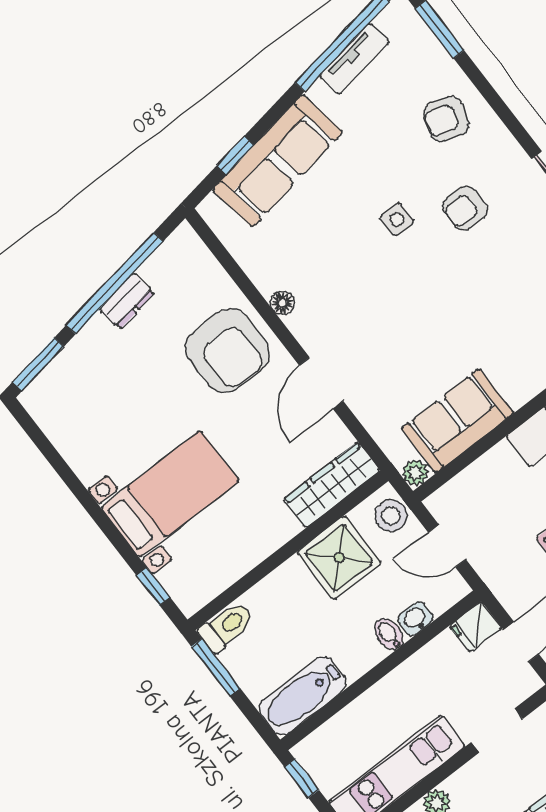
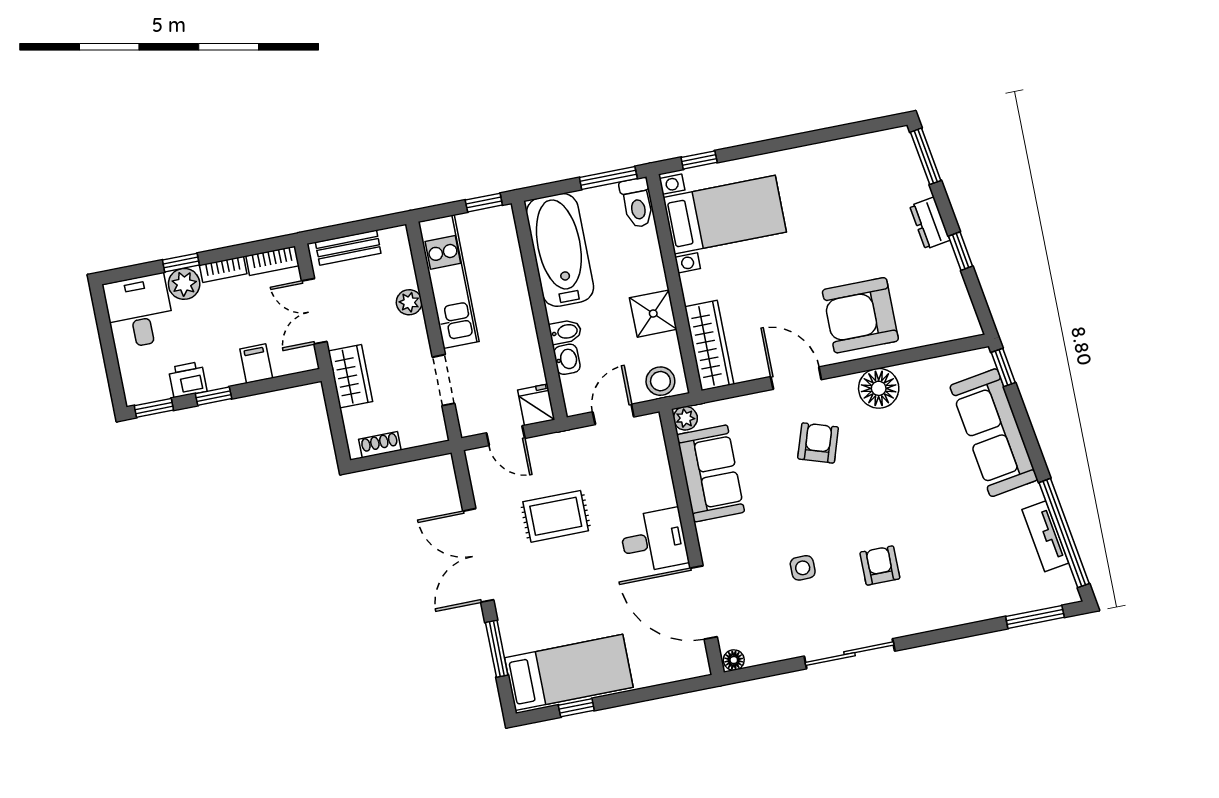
armchair: (446, 119) -> (818, 443), moved
window: (235, 155) -> (1003, 368), moved
side table: (397, 220) -> (803, 568), moved
window: (115, 283) -> (960, 251), width x0.32
dresser: (127, 301) -> (930, 223), moved
floor lamp: (282, 303) -> (879, 388), width x1.89, depth x1.89
bed with nightstands: (170, 494) -> (725, 215), moved, turned -90
shower: (339, 558) -> (653, 314), width x0.73, depth x0.73
bathtub: (303, 696) -> (560, 250), width x1.36, depth x1.36

